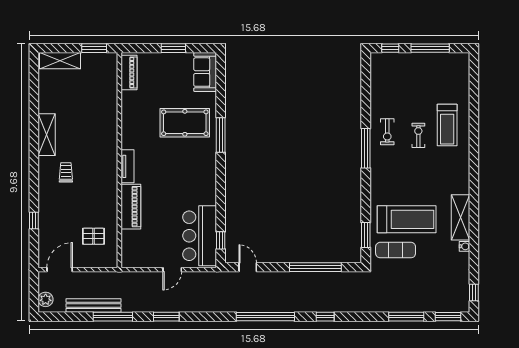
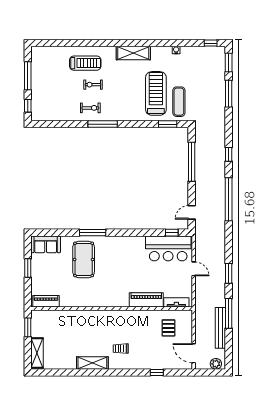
tv unit: (127, 166) -> (176, 302), moved
shelving: (461, 217) -> (133, 53), moved

